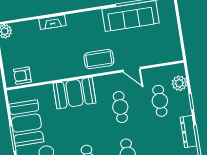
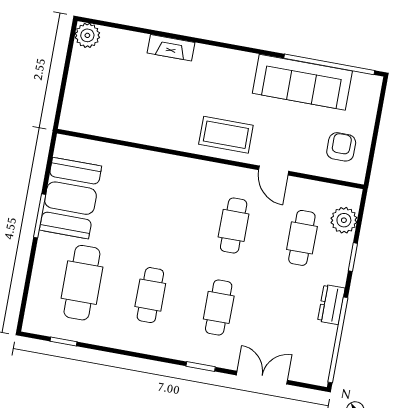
armchair: (22, 76) -> (341, 147), moved, turned 90
booth: (74, 93) -> (166, 177), removed
dresser: (188, 132) -> (331, 305), width x0.70

